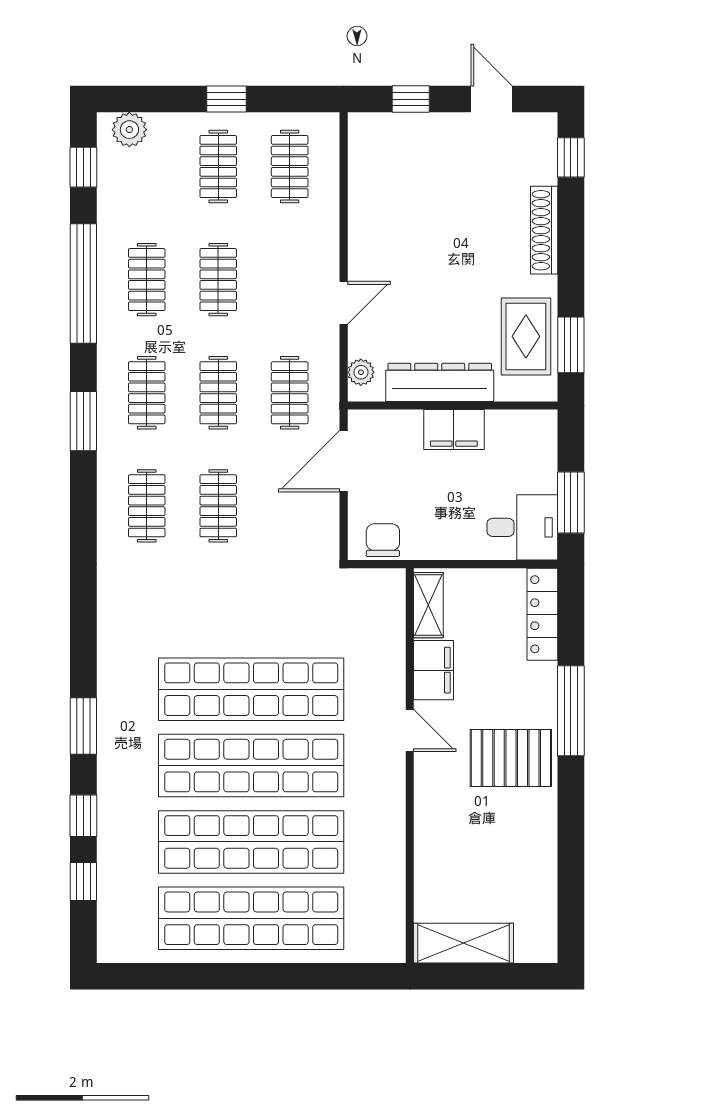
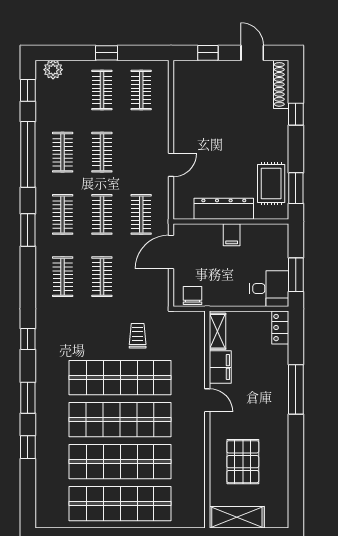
window: (571, 157) -> (296, 114), moved
shoe rack: (544, 230) -> (281, 84), moved
plant: (361, 372) -> (180, 203), removed
filing cabinet: (454, 430) -> (232, 235), width x0.50
trolley: (283, 613) -> (138, 336), added
locker: (542, 614) -> (280, 328), width x0.66
pallet: (511, 758) -> (243, 462), moved, turned 90
window: (83, 882) -> (28, 339), moved

